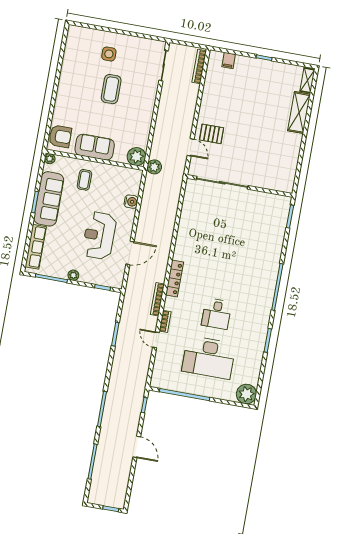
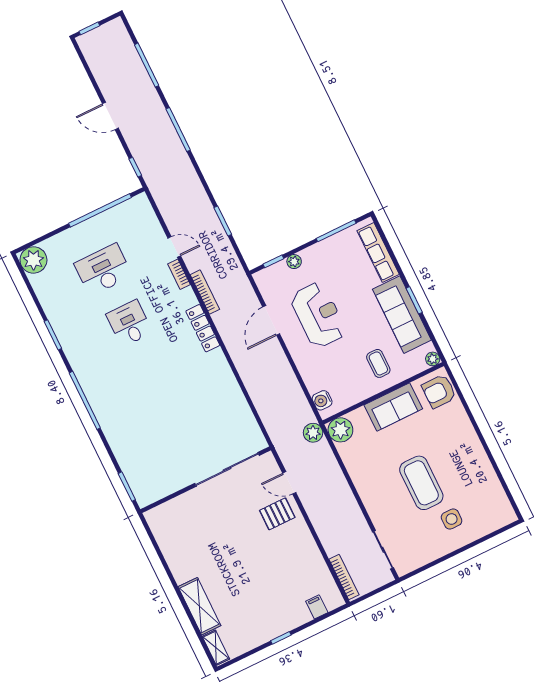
coffee table: (111, 89) -> (421, 483), width x1.36, depth x1.32
water cooler: (131, 202) -> (322, 400), moved
plant: (73, 275) -> (294, 262), moved
desk: (209, 357) -> (103, 270), width x0.73, depth x0.77

